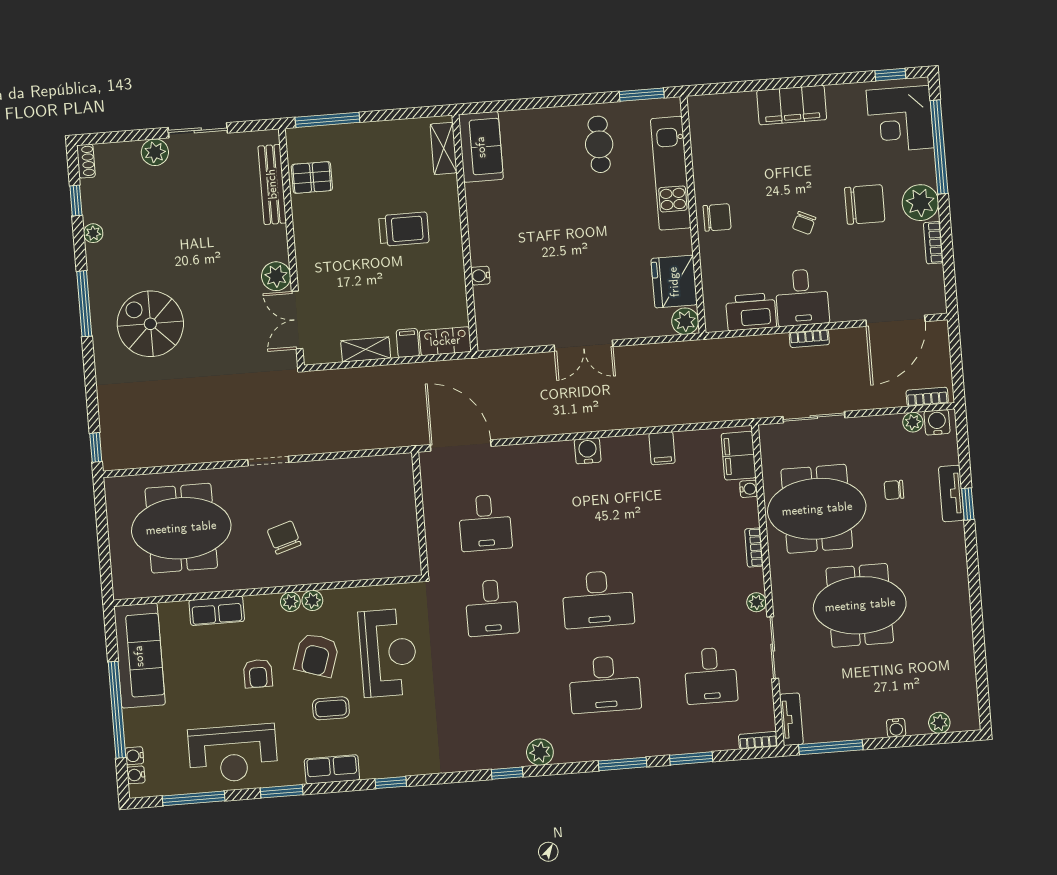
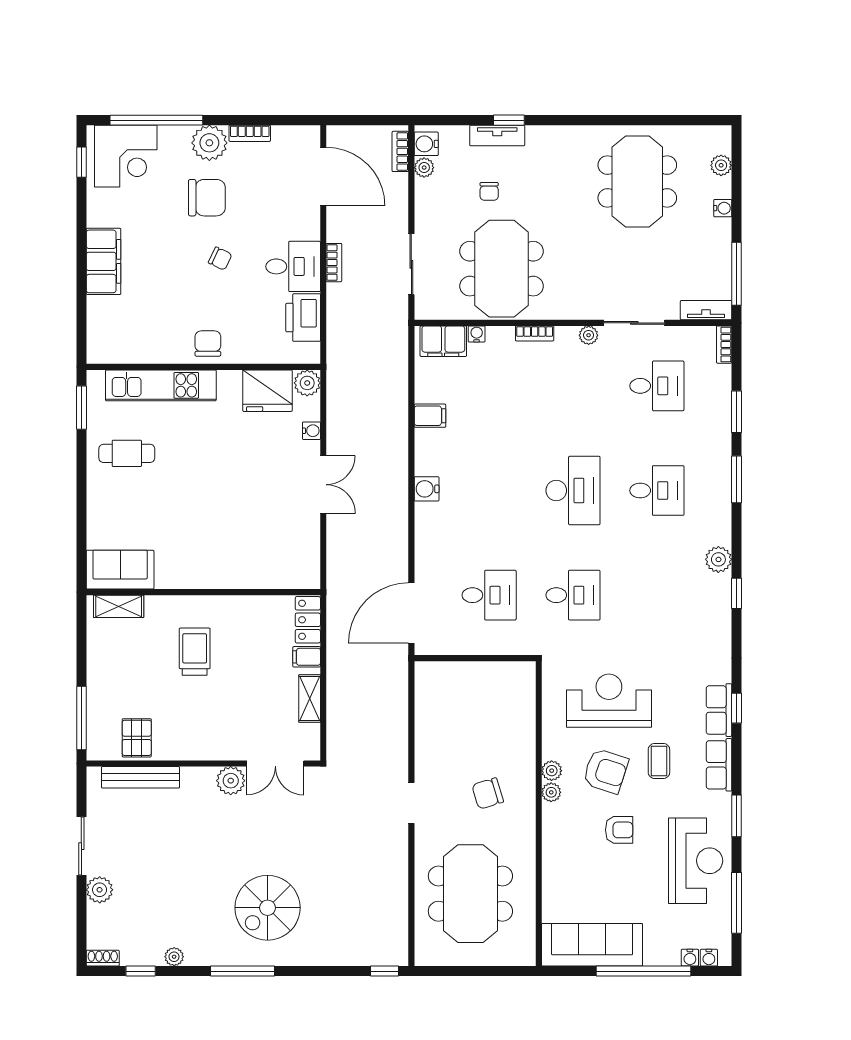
chair: (865, 205) -> (207, 198), turned 90
water cooler: (480, 276) -> (311, 431), moved, turned -90
meeting table: (860, 605) -> (637, 181), moved
row of seats: (217, 611) -> (719, 710), moved, turned 180
desk: (605, 684) -> (657, 491), width x0.73

